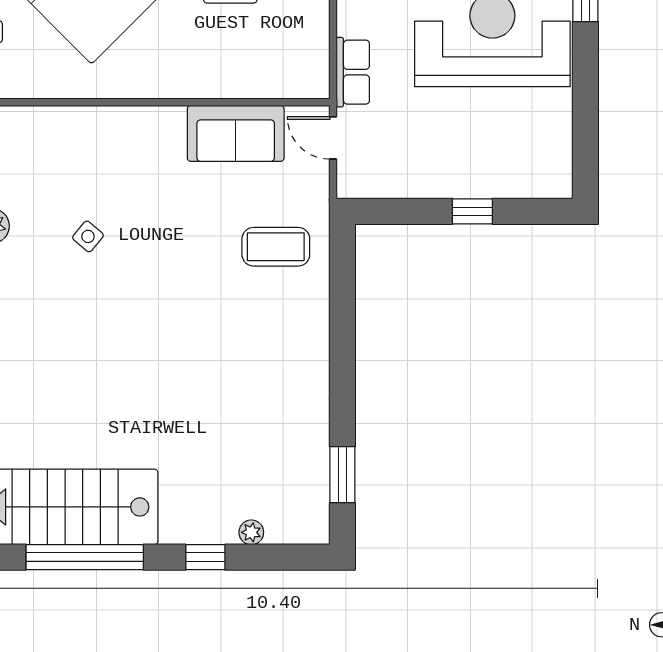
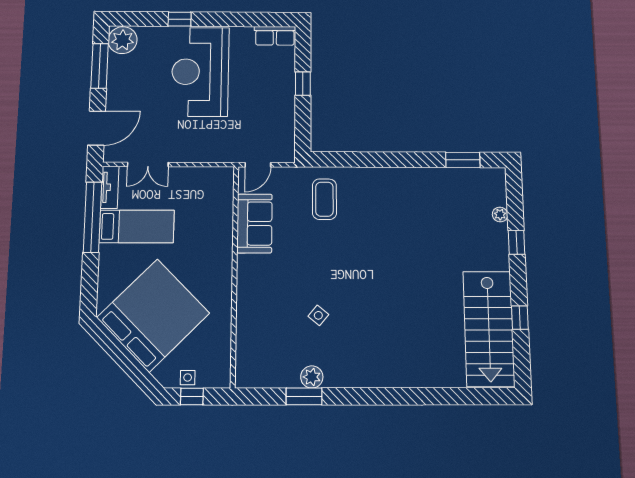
row of seats: (353, 72) -> (275, 36), moved, turned 180
window: (85, 557) -> (520, 318), width x0.32

